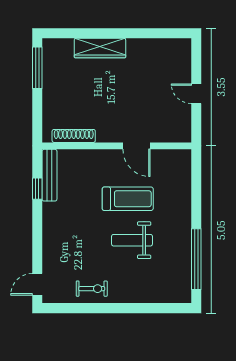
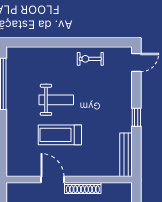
shoe rack: (74, 136) -> (83, 188), moved
window: (37, 189) -> (136, 117), moved

